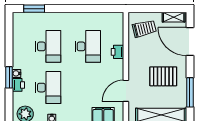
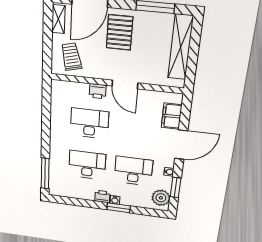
window: (34, 9) -> (45, 173), width x1.44
pallet: (163, 76) -> (120, 32), moved
printer: (18, 85) -> (102, 197), moved
door: (126, 91) -> (125, 84), moved

